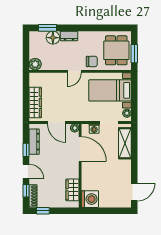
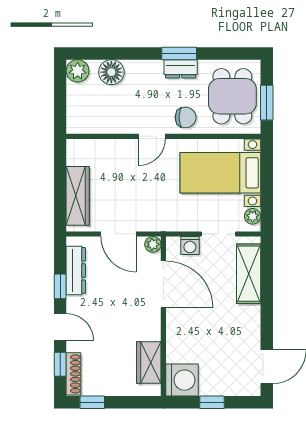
window: (47, 28) -> (179, 53), moved
dresser: (69, 36) -> (181, 69), moved
plant: (35, 64) -> (78, 71), moved
window: (106, 211) -> (212, 402), added

